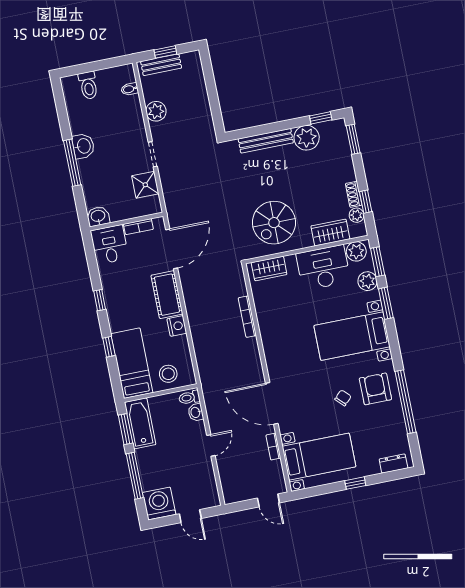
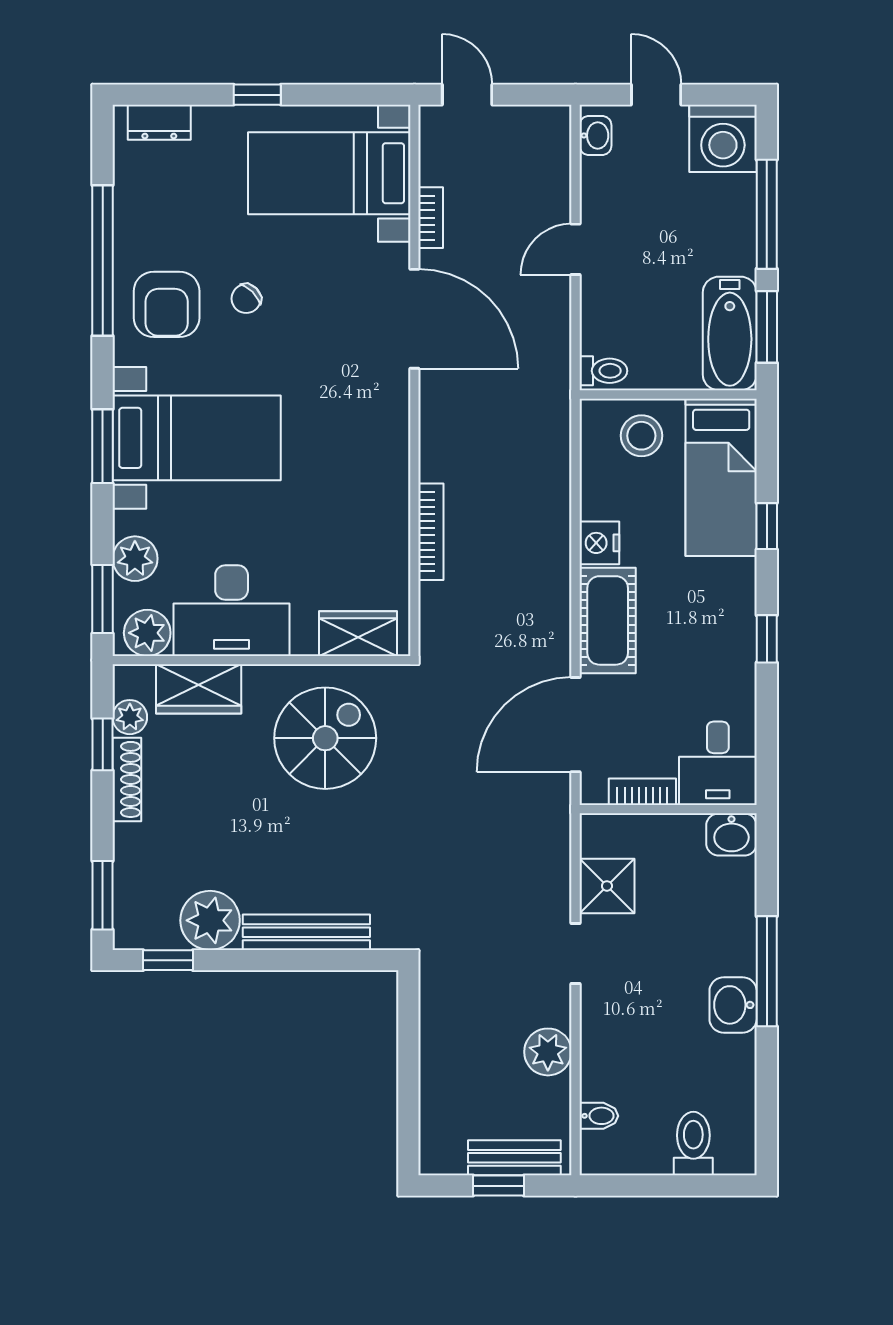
shoe rack: (354, 194) -> (127, 779), width x1.43
window: (386, 303) -> (103, 446), moved
washbasin: (196, 412) -> (595, 135), moved

